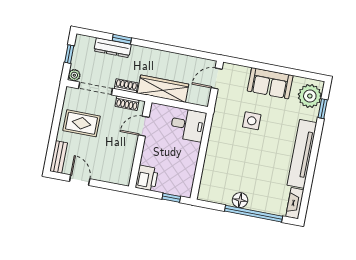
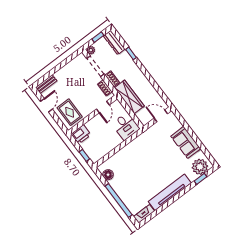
dresser: (113, 48) -> (114, 42), moved
side table: (252, 121) -> (160, 153), removed
rug: (82, 123) -> (70, 112), moved
door: (144, 126) -> (103, 107), swing flipped
floor lamp: (240, 200) -> (108, 175), moved

